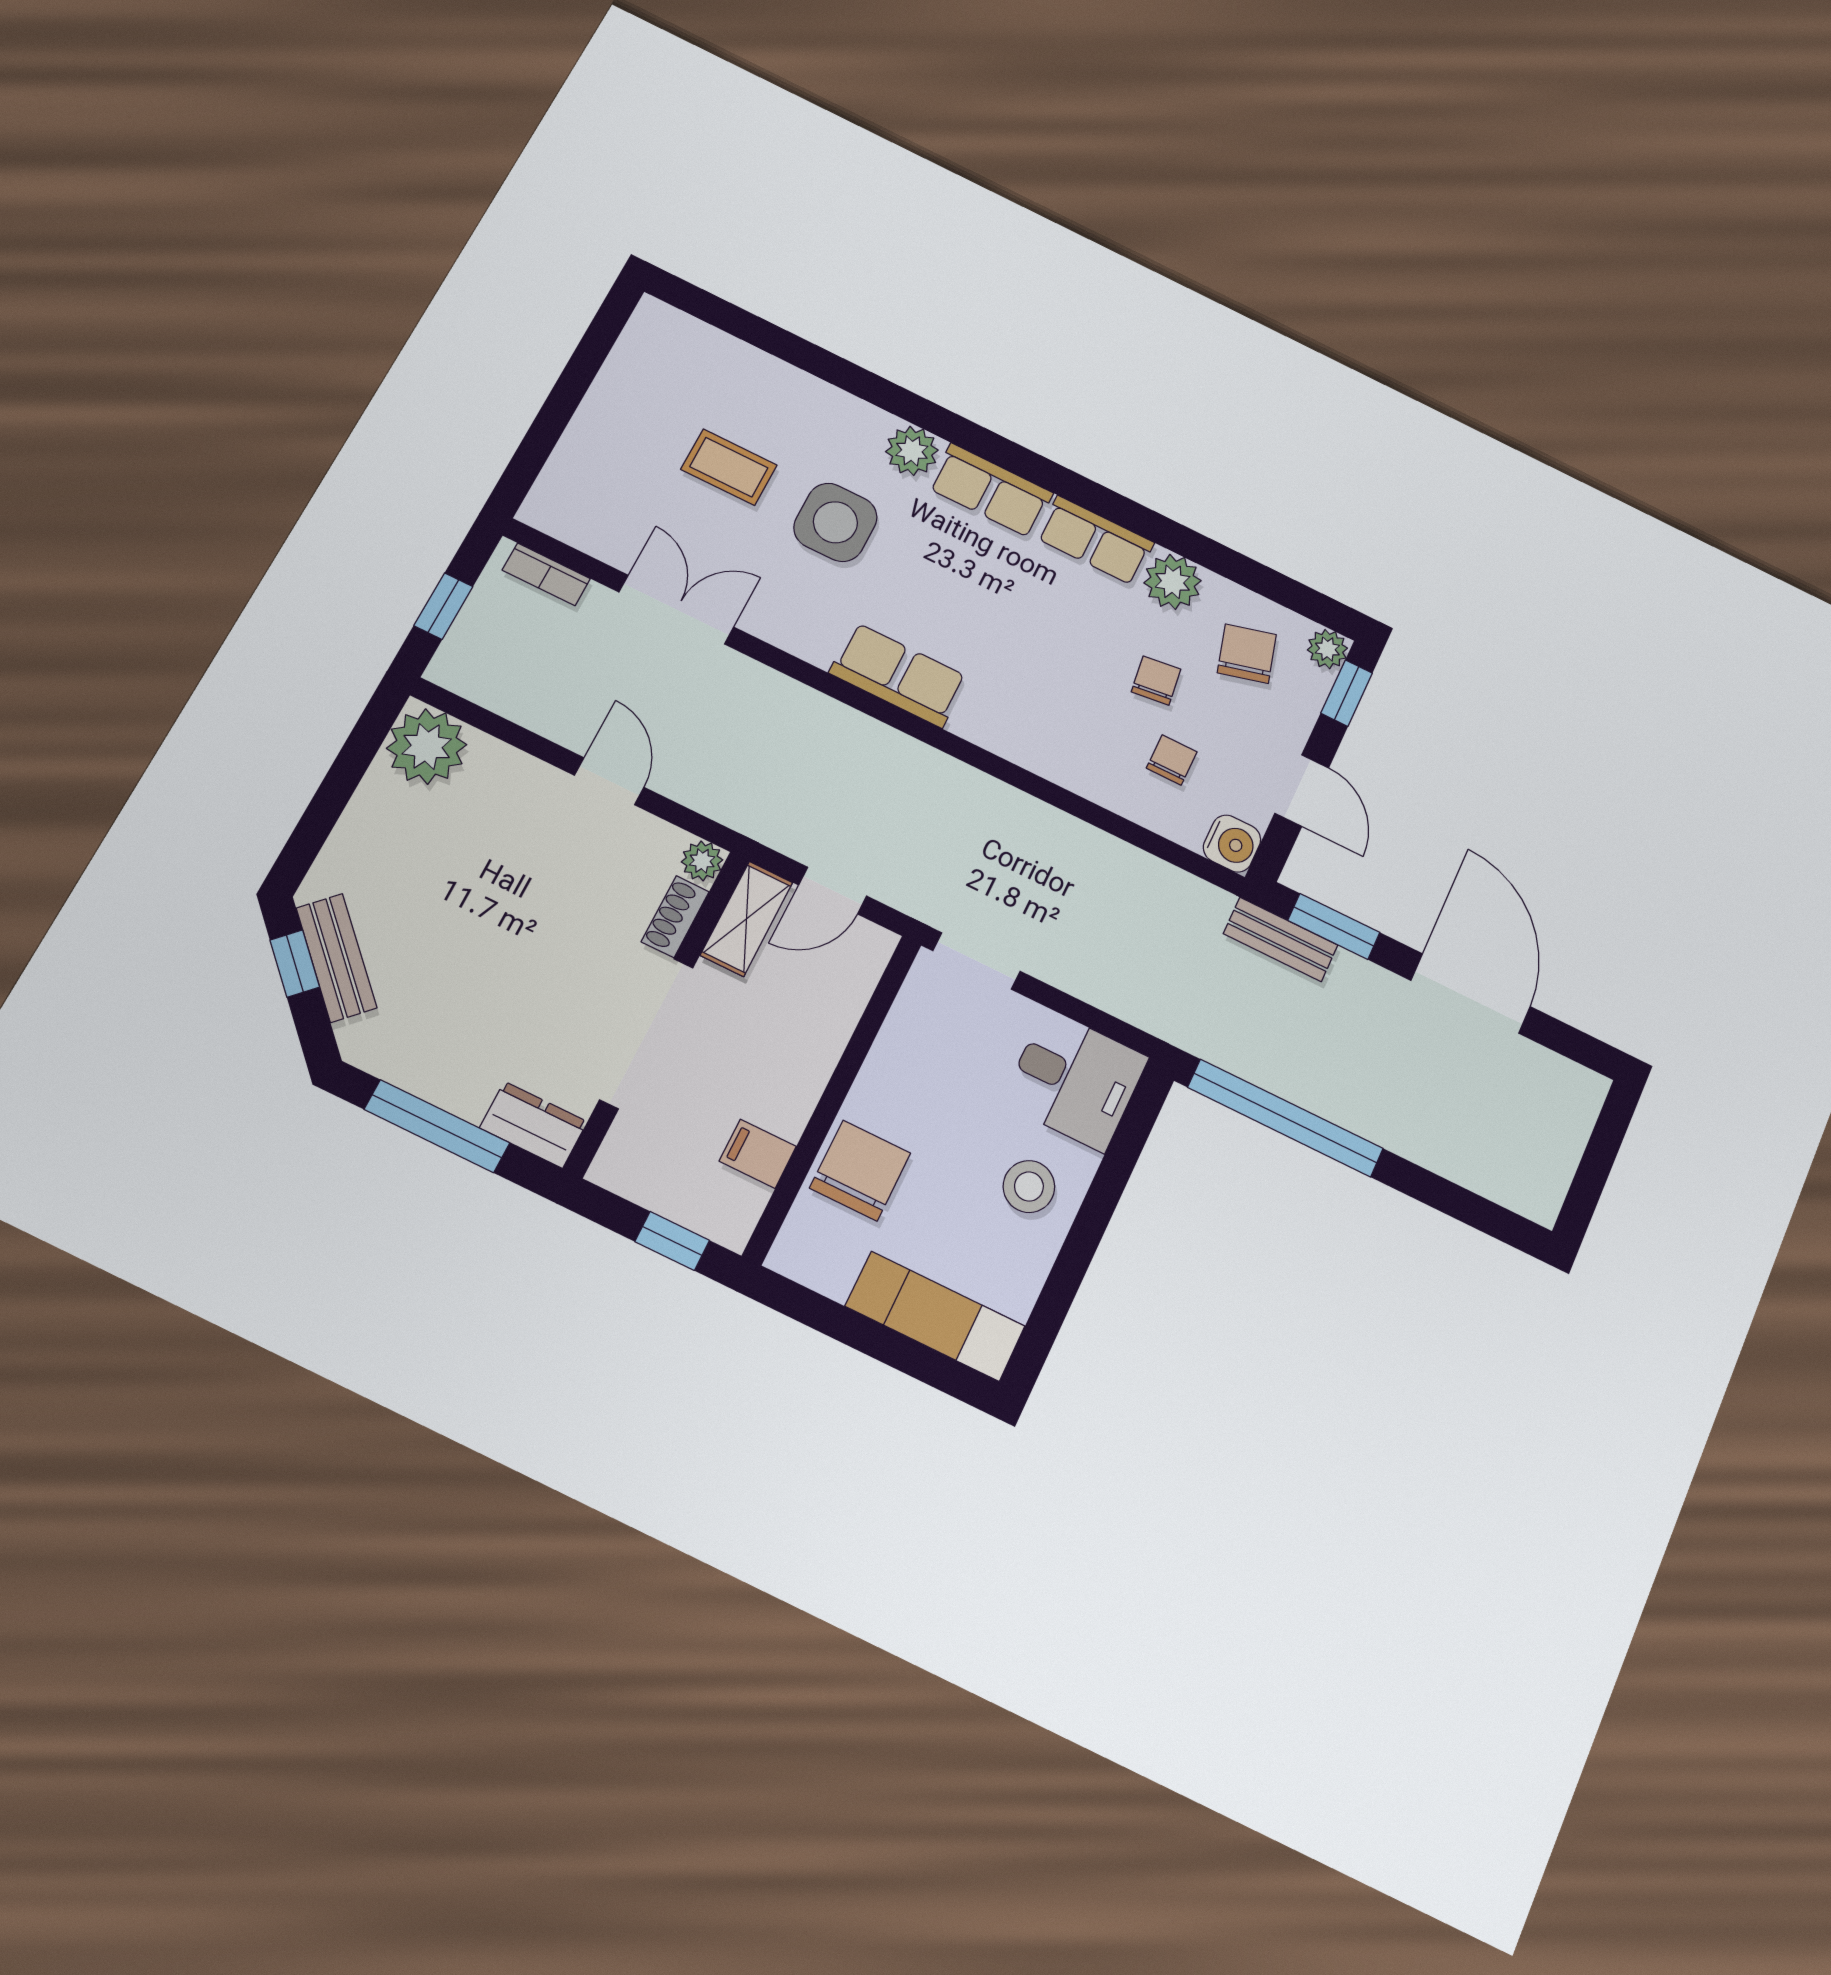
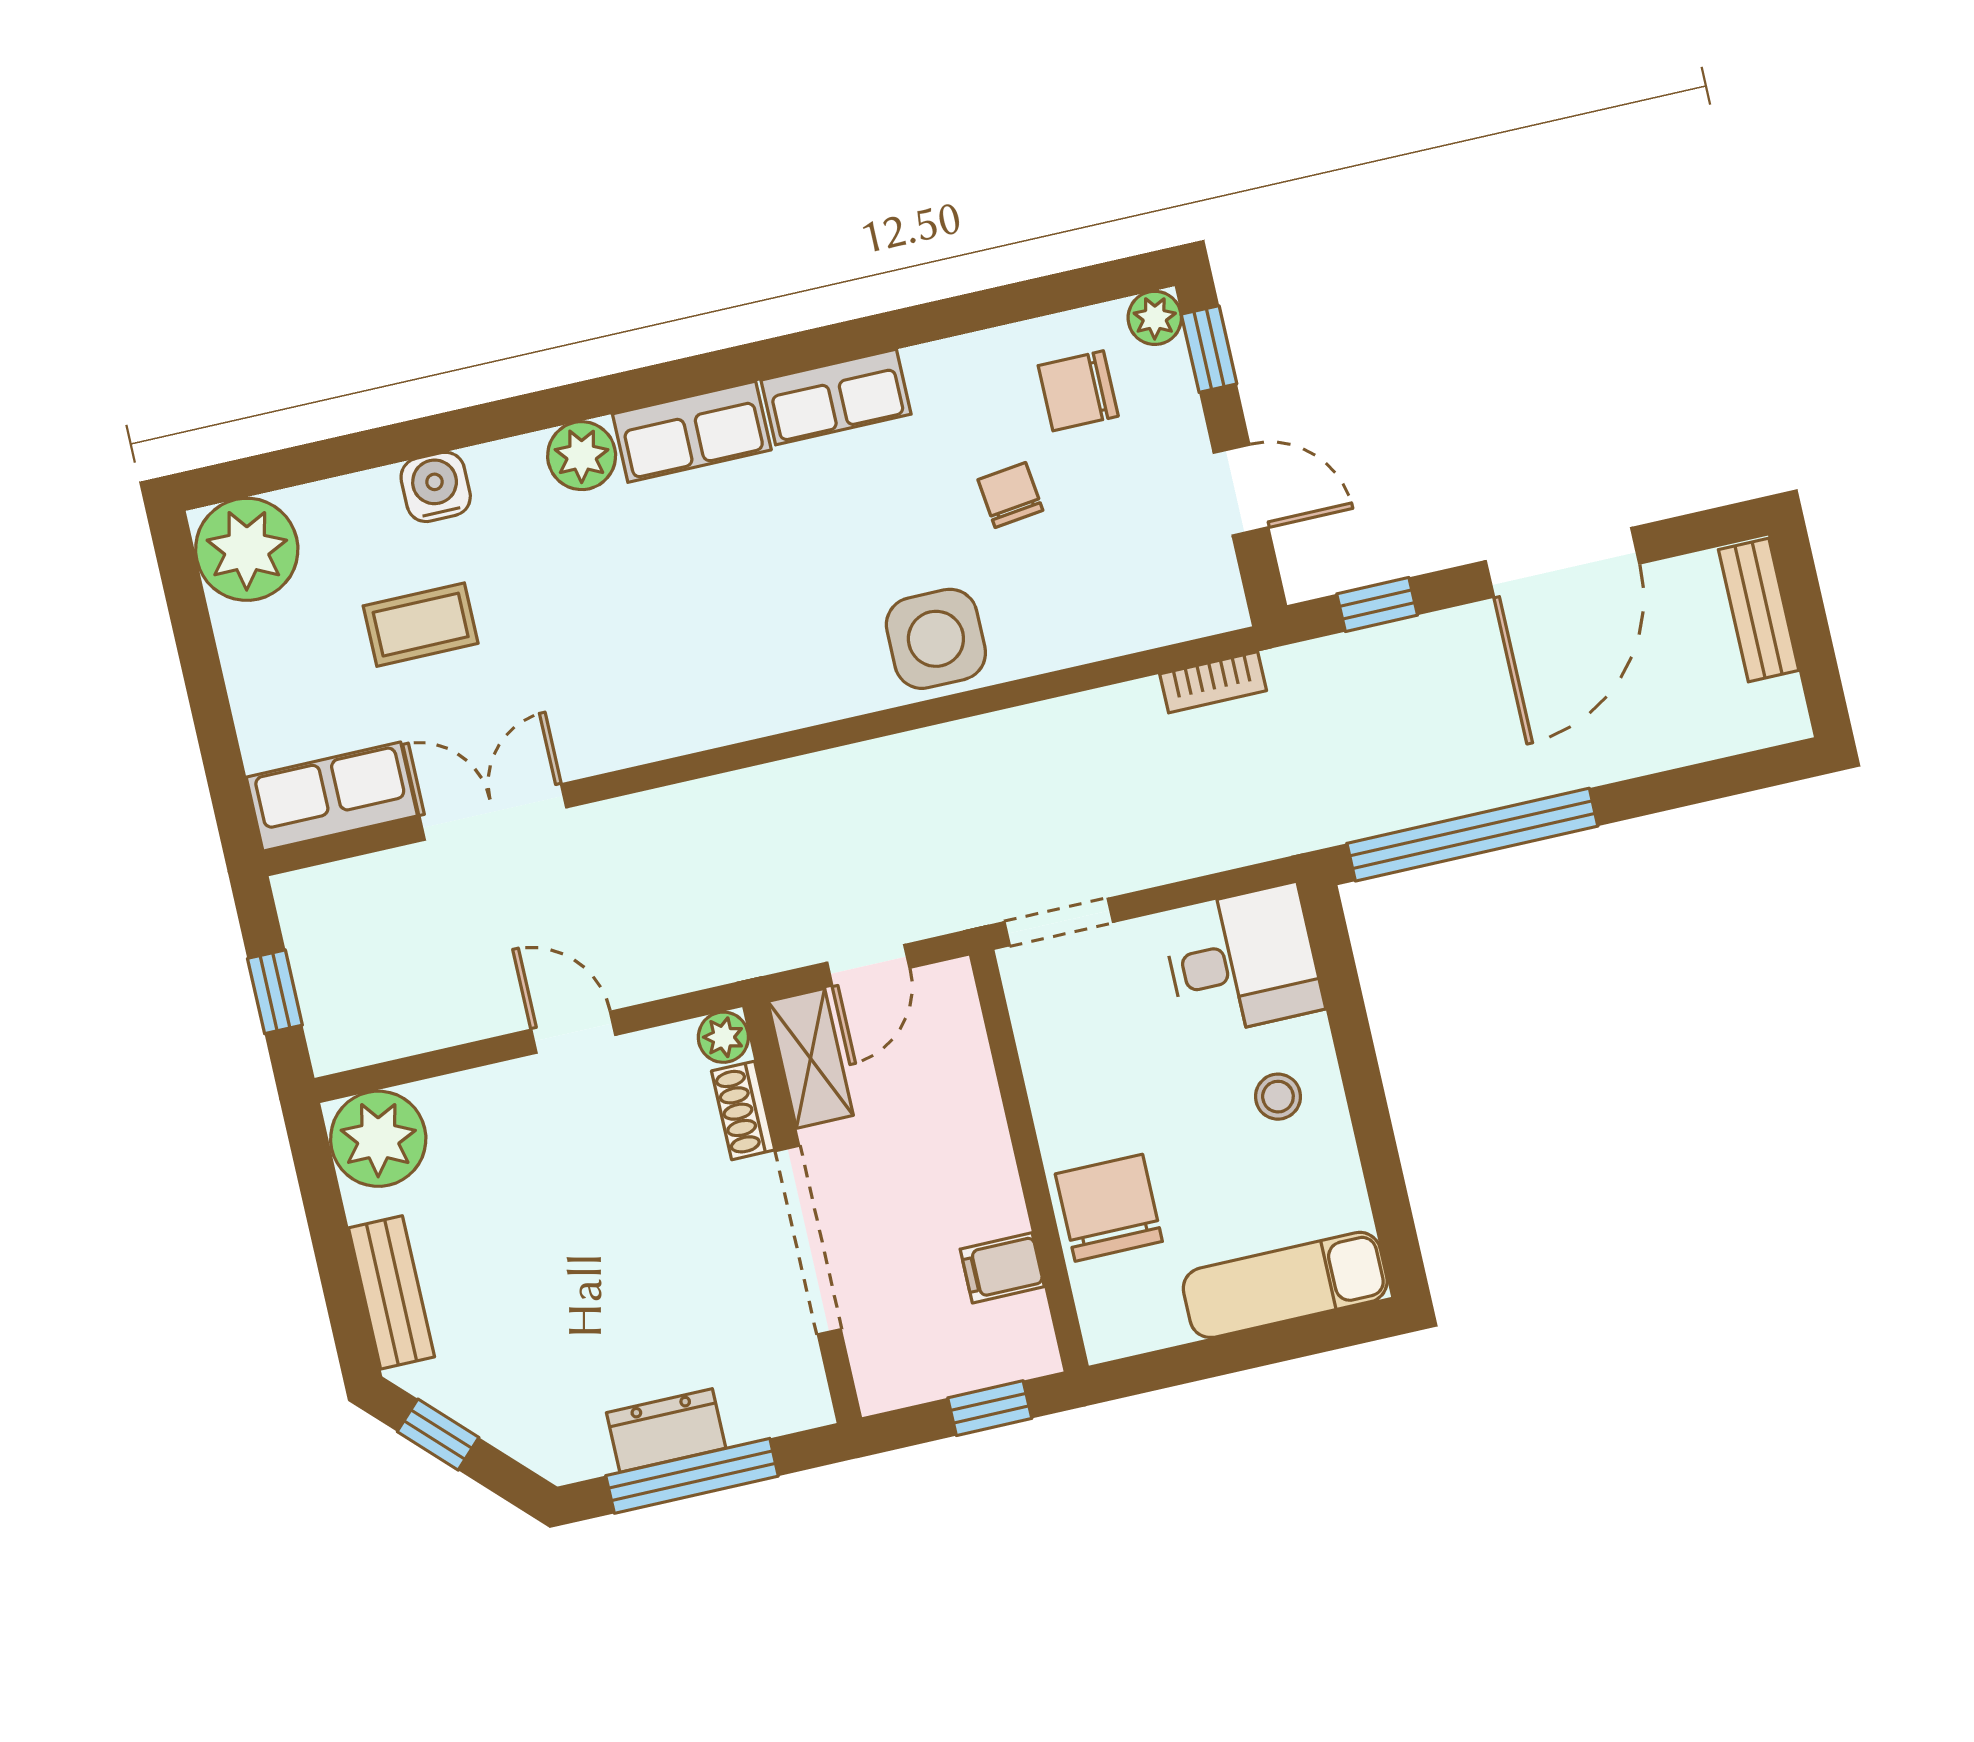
side table: (835, 522) -> (936, 639), moved
bookcase: (546, 574) -> (1213, 682), moved
plant: (1173, 582) -> (247, 549), moved, width x1.36, depth x1.36
chair: (1247, 654) -> (1078, 391), turned -75
row of seats: (899, 675) -> (332, 796), moved
chair: (1172, 760) -> (1089, 565), removed
water cooler: (1232, 844) -> (436, 487), moved, turned -90
window: (1334, 926) -> (1377, 604), width x0.67
bench: (1281, 939) -> (1759, 610), moved, turned 90
bench: (336, 958) -> (392, 1292), moved, turned 45
door: (1471, 994) -> (1563, 562), swing flipped
dresser: (533, 1125) -> (666, 1430), moved
stool: (1029, 1187) -> (1278, 1097), width x0.73, depth x0.73

